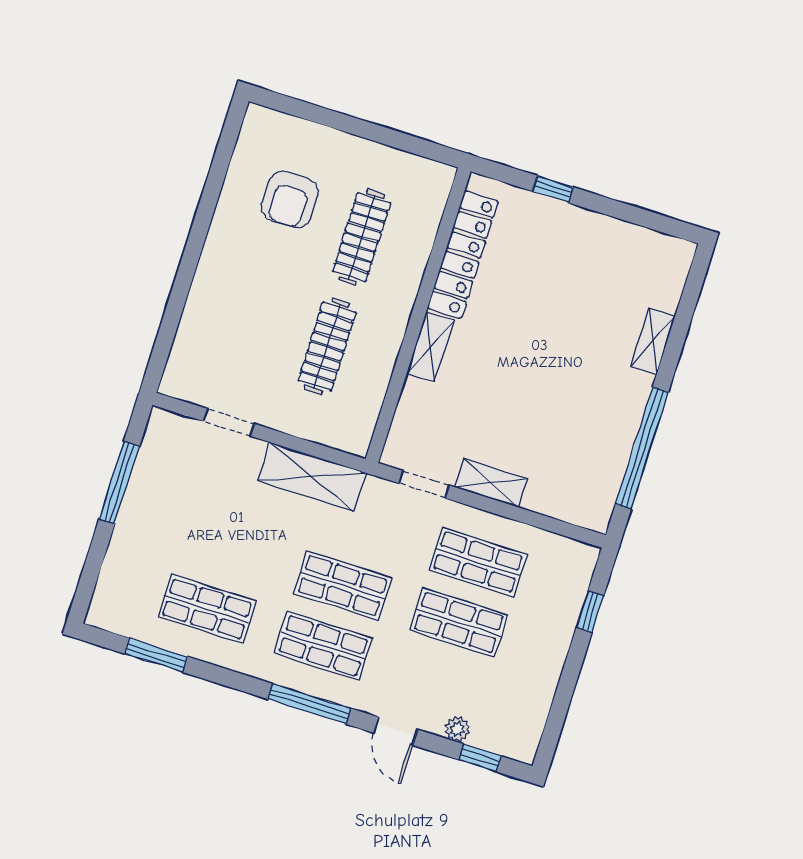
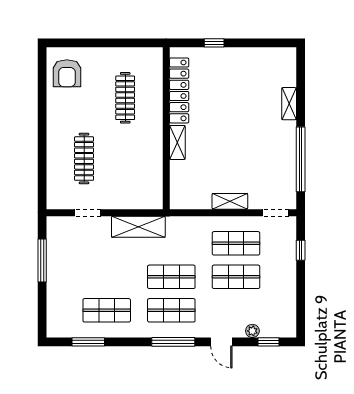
armchair: (290, 200) -> (67, 73), moved
clothes rail: (327, 346) -> (84, 159), moved
doorway: (424, 484) -> (276, 213), moved

